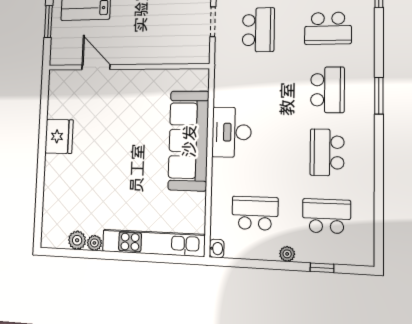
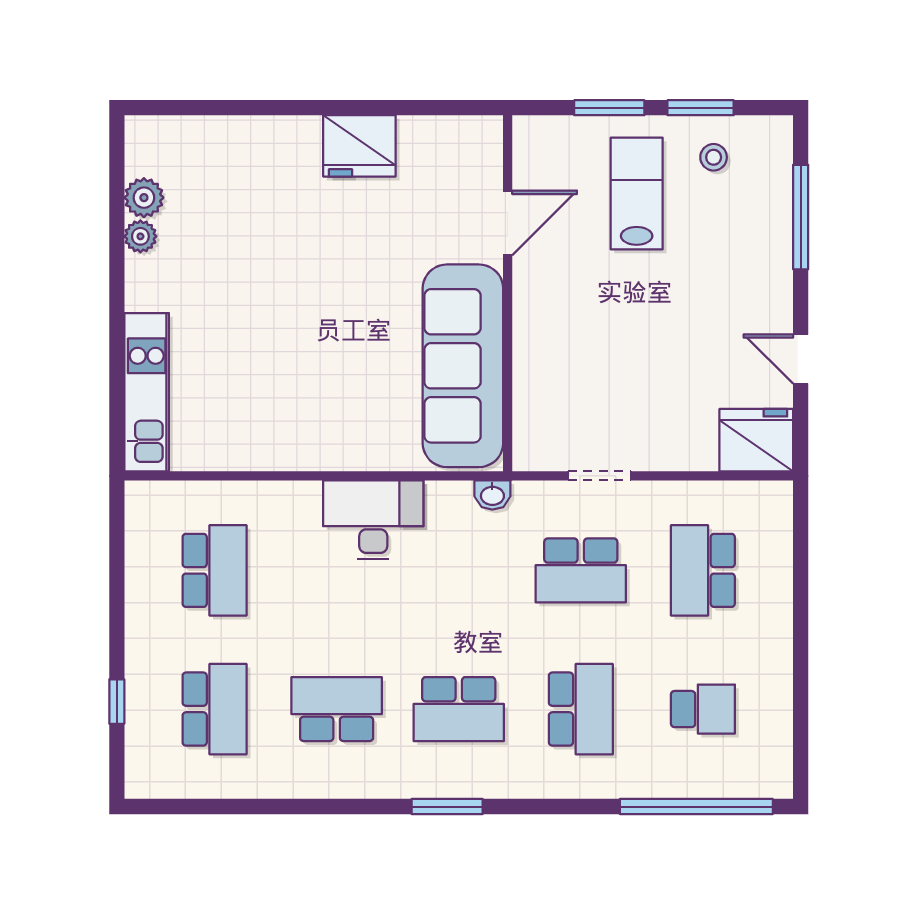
school desk: (328, 28) -> (581, 709), turned 180
sofa: (189, 141) -> (463, 366), moved, turned -90
kitchen unit: (153, 243) -> (147, 392), width x0.73
washbasin: (217, 248) -> (492, 495), moved
plant: (287, 254) -> (139, 635), removed

